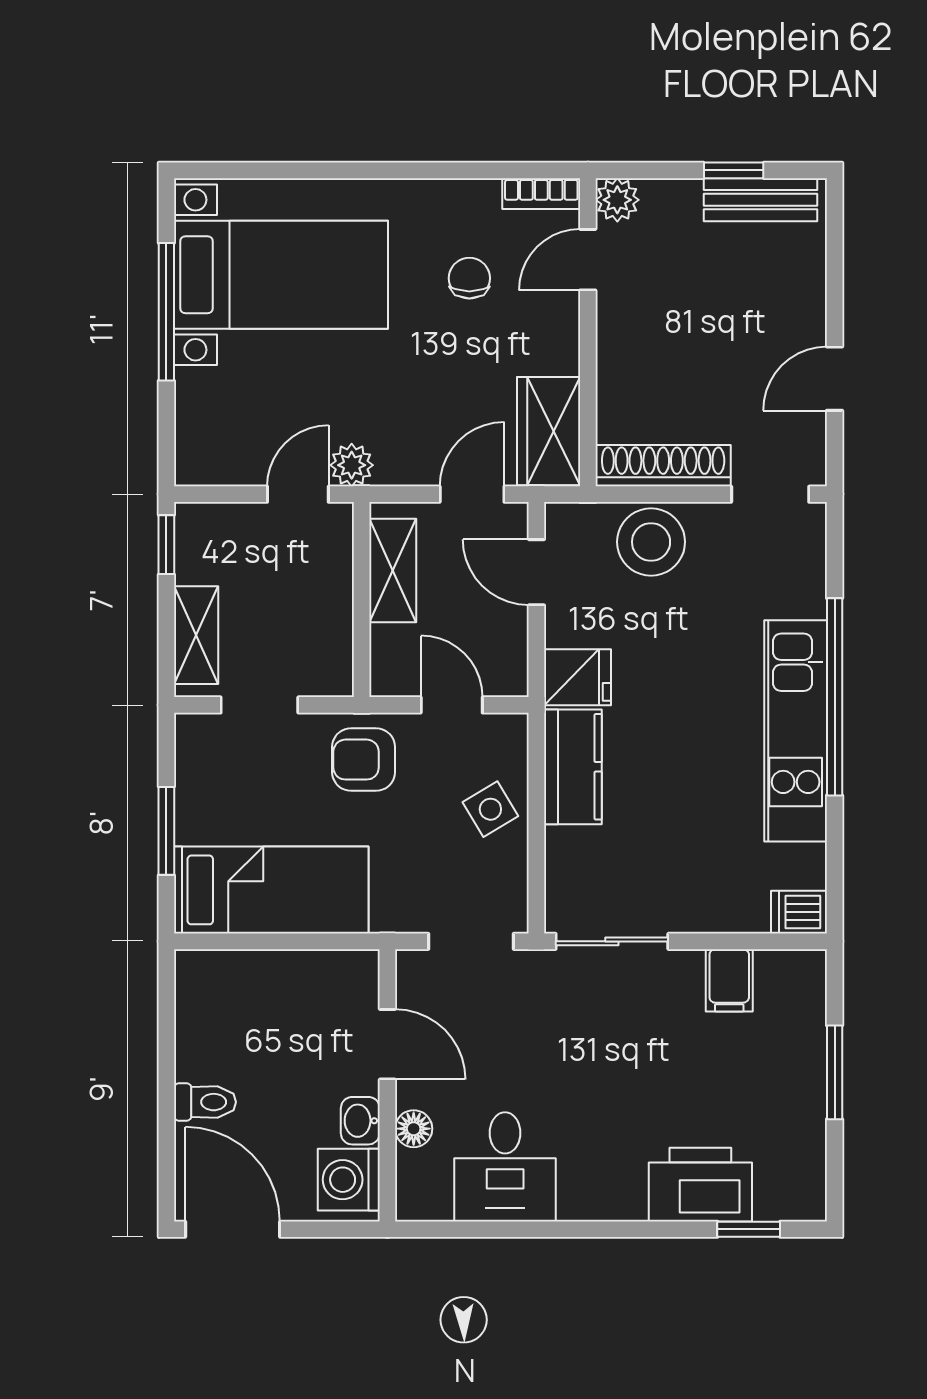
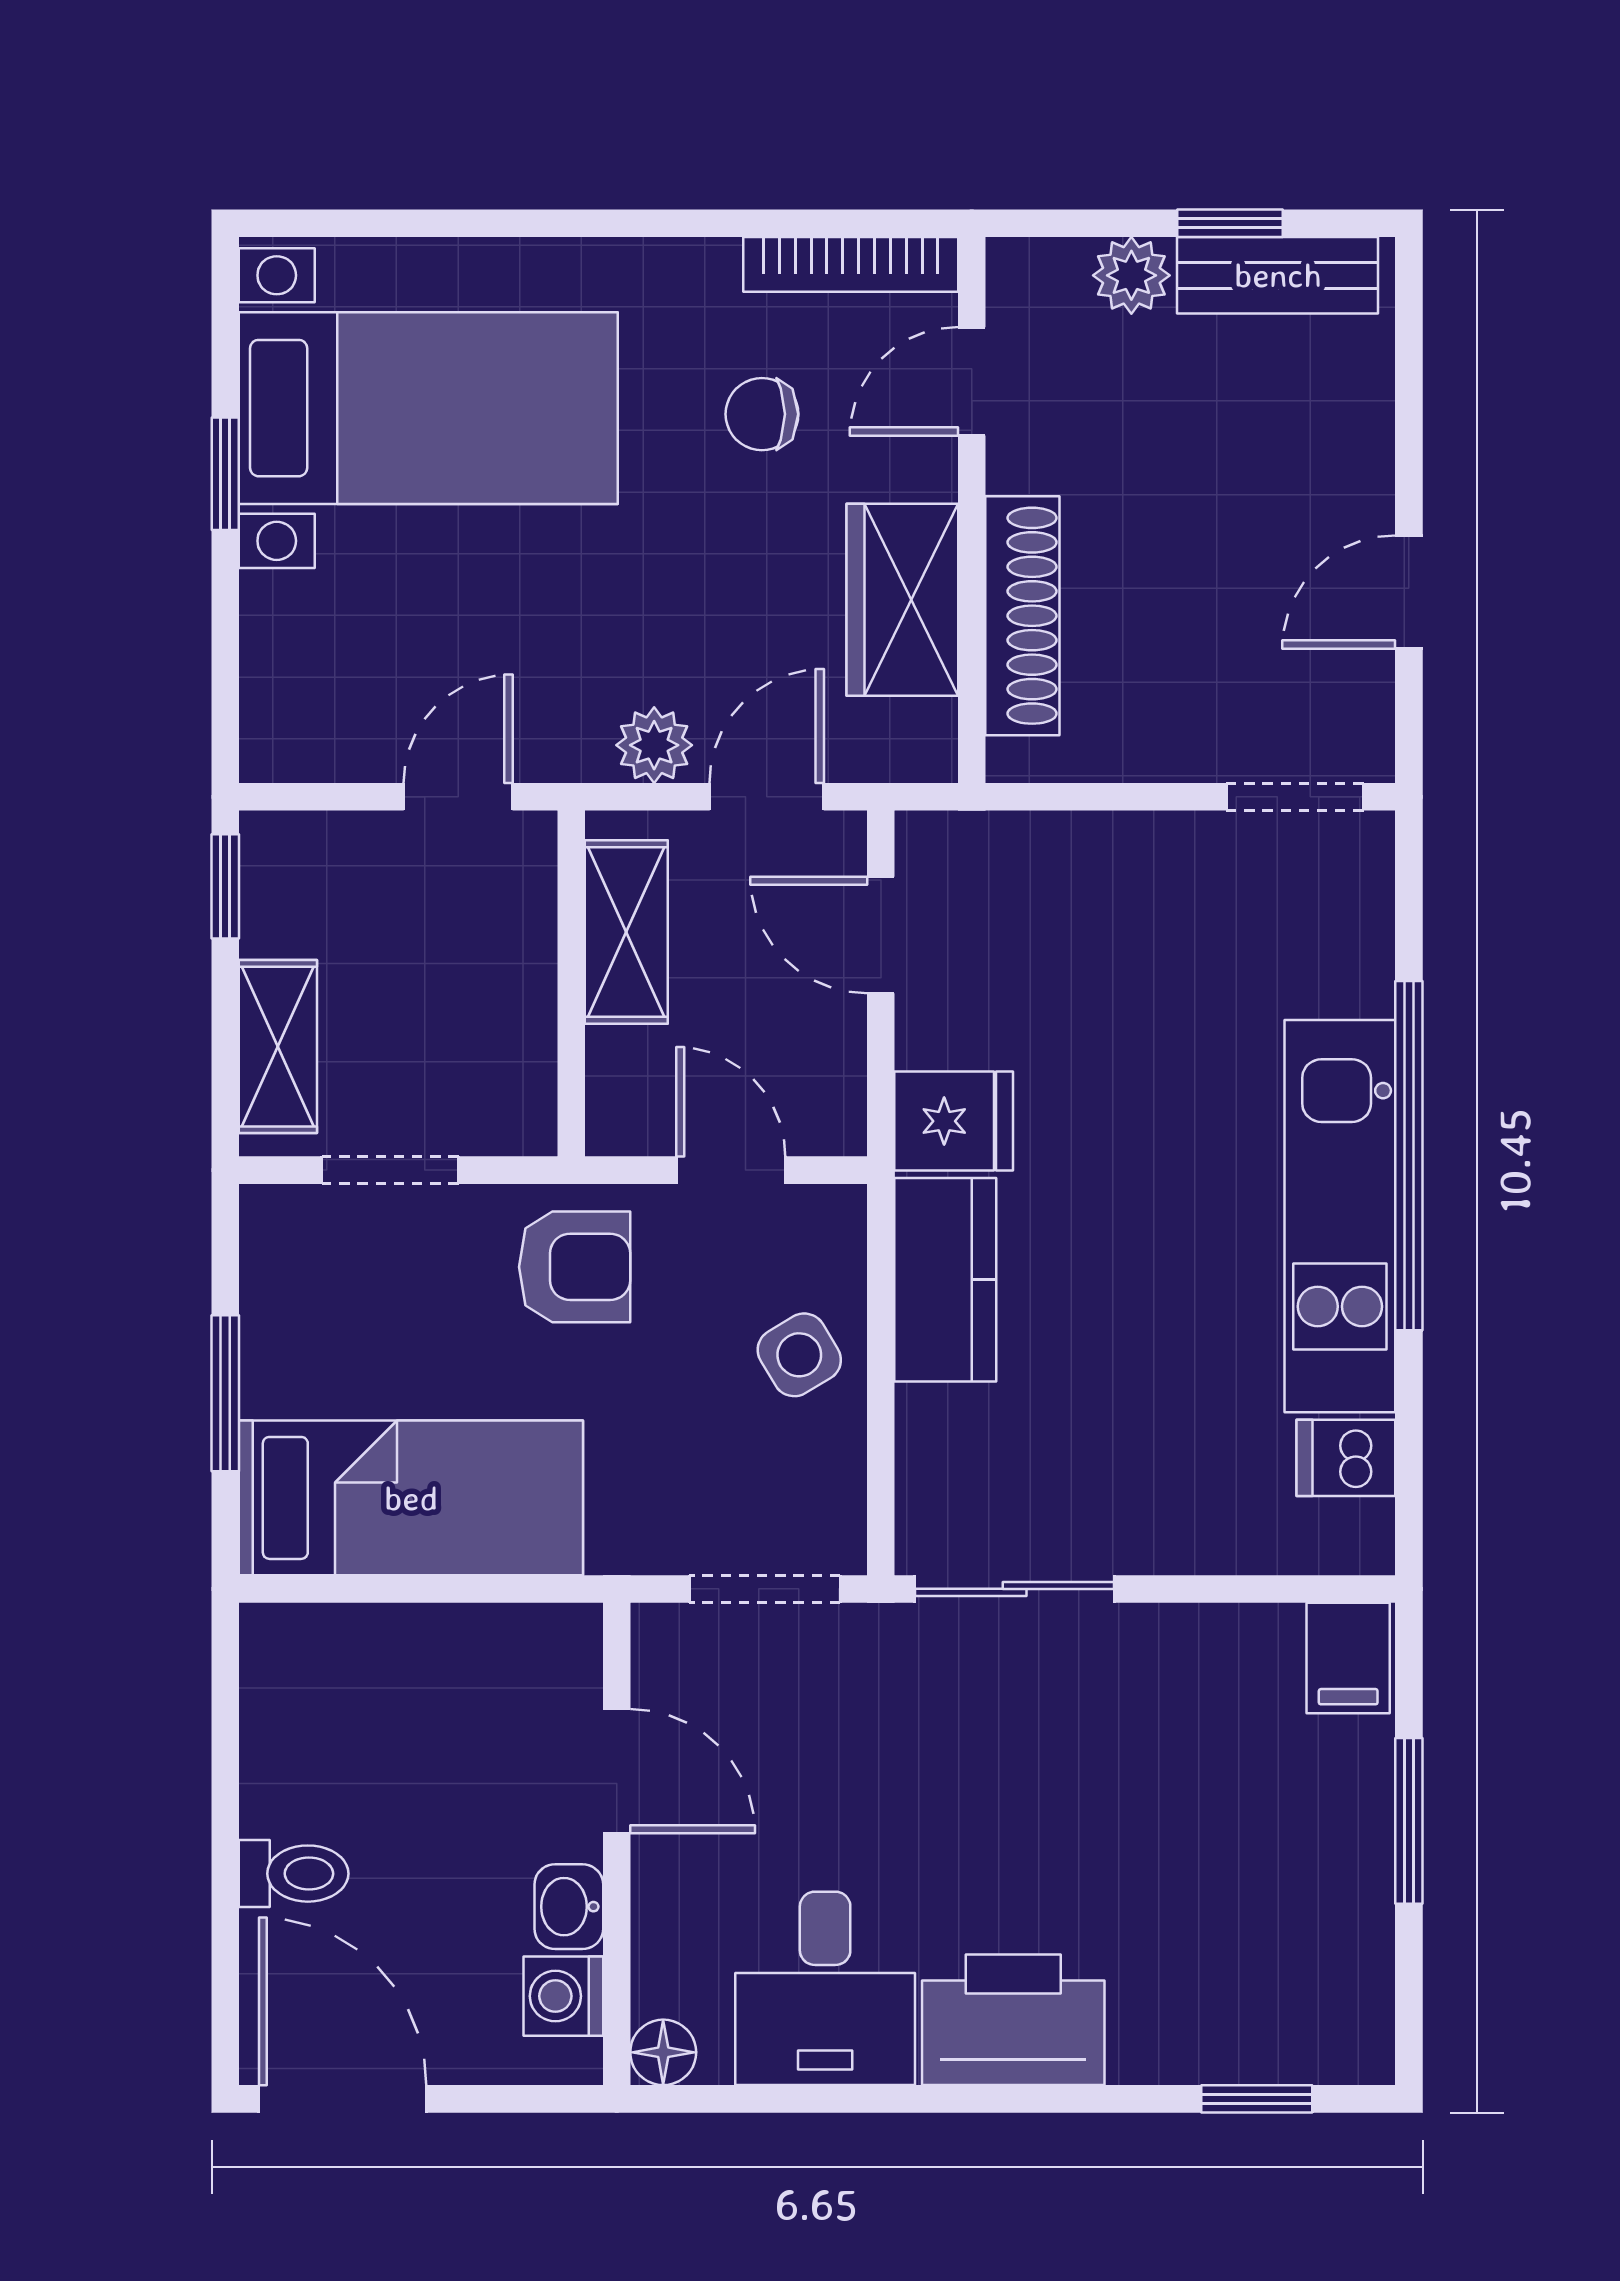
bookcase: (541, 194) -> (851, 264), width x1.56
plant: (617, 200) -> (1131, 275), moved
chair: (469, 278) -> (762, 414), turned -90
window: (166, 312) -> (225, 474), width x0.46
wardrobe: (549, 431) -> (902, 600), moved
plant: (352, 465) -> (654, 745), moved
shoe rack: (663, 466) -> (1022, 616), moved, turned 90
stool: (651, 542) -> (1084, 881), removed
armchair: (364, 760) -> (575, 1267), turned 180
dishwasher: (799, 912) -> (1346, 1458), moved
filing cabinet: (729, 980) -> (1348, 1658), moved
floor lamp: (414, 1129) -> (663, 2052), moved
washing machine: (349, 1180) -> (563, 1996), width x0.73, depth x0.73
printer: (700, 1185) -> (1013, 2020), moved

